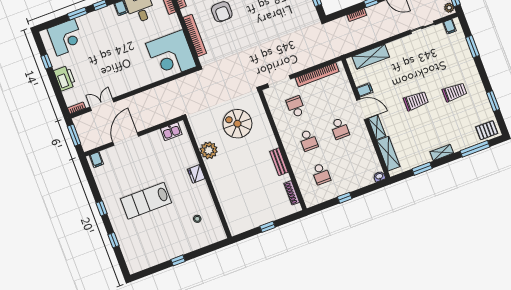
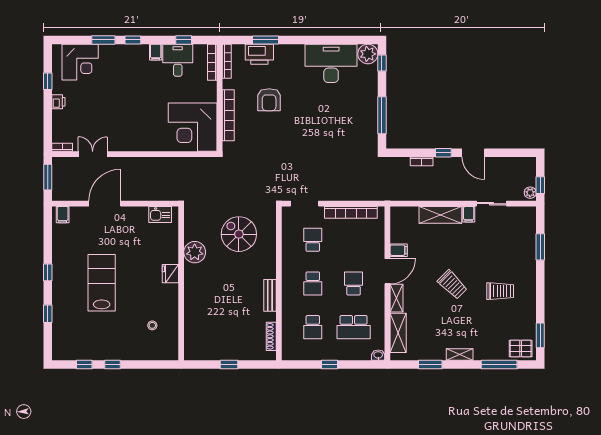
filing cabinet: (450, 27) -> (469, 214), moved
shelving: (371, 57) -> (440, 215), moved
printer: (65, 78) -> (58, 102), width x0.53, depth x0.68
trolley: (416, 101) -> (452, 285), turned 45
window: (493, 101) -> (540, 335), moved
door: (362, 109) -> (387, 271), hinge flipped
school desk: (340, 129) -> (354, 283), turned 180
school desk: (352, 162) -> (354, 327), added
lab bench: (146, 201) -> (102, 283), turned 90
window: (156, 269) -> (84, 365), added

